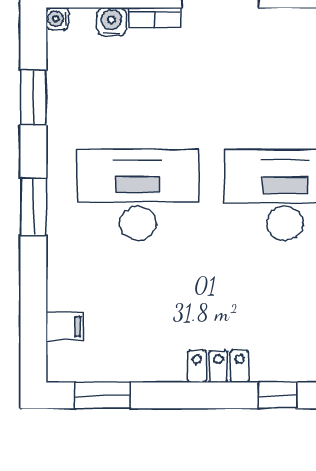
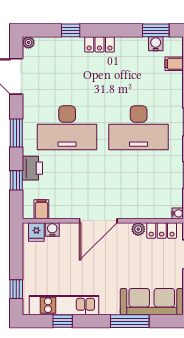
bookcase: (154, 17) -> (131, 214), removed
water cooler: (112, 22) -> (156, 44), moved, turned 180

